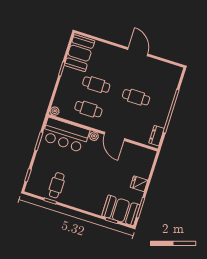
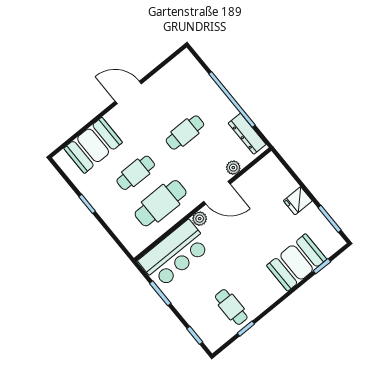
booth: (80, 53) -> (93, 145), moved, turned 90
cafe table: (88, 109) -> (161, 203), width x1.37, depth x1.35
plant: (55, 111) -> (233, 168), moved
dresser: (156, 136) -> (247, 134), width x1.44
booth: (121, 210) -> (297, 262), moved

